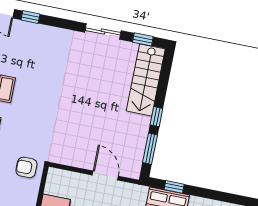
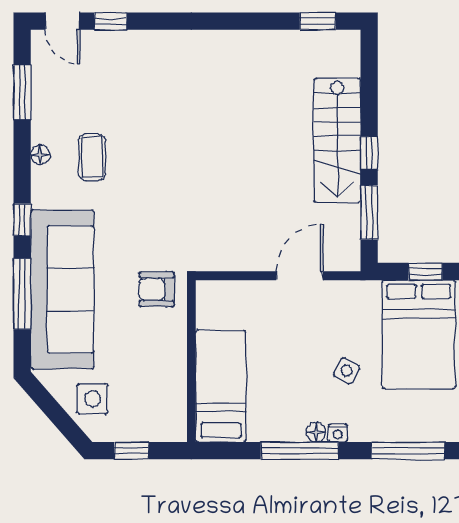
sliding door: (103, 31) -> (244, 21), removed
stairs: (146, 80) -> (337, 140), moved
door: (105, 176) -> (300, 276), hinge flipped

